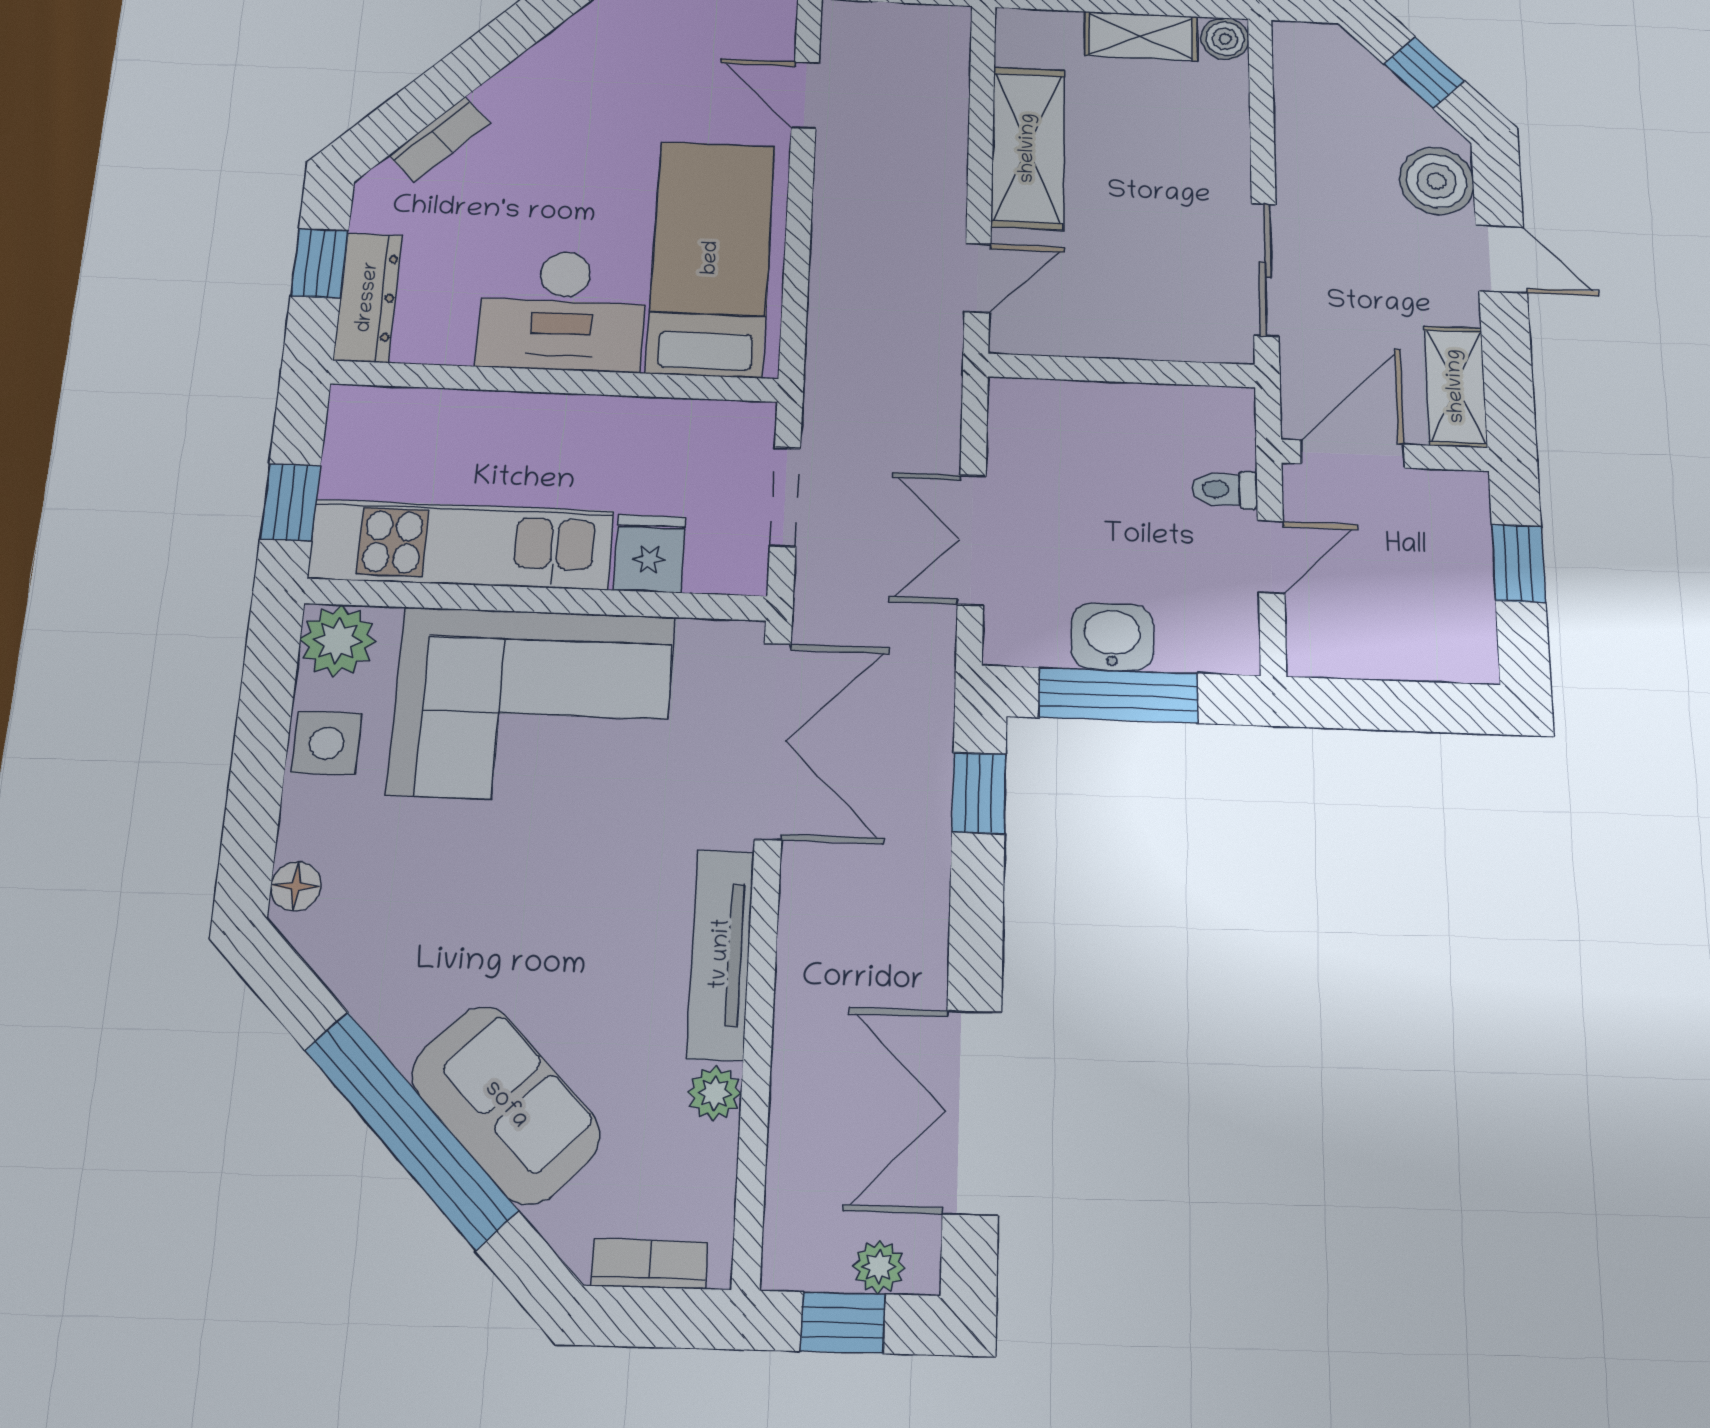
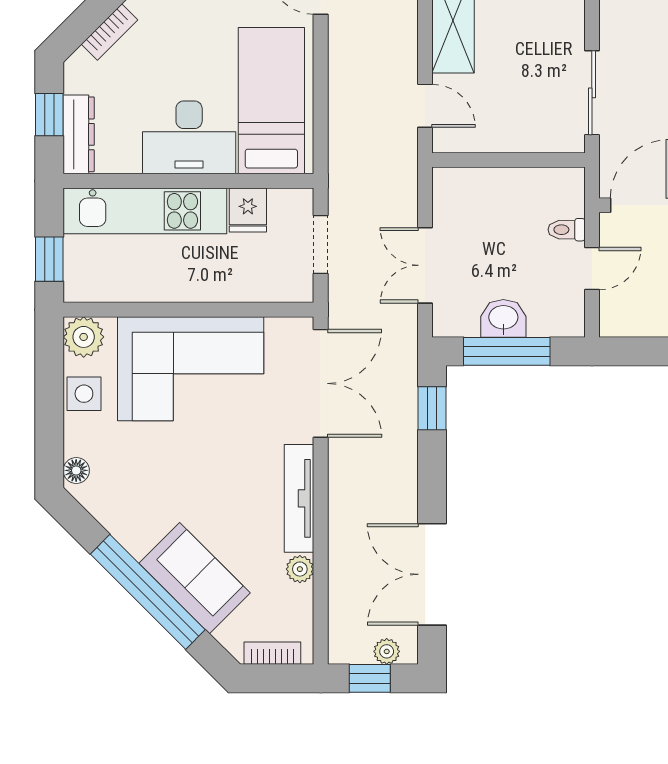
door: (978, 278) -> (425, 106), hinge flipped
kitchen unit: (462, 544) -> (145, 211), moved, turned 180
fridge: (650, 553) -> (248, 210), moved, turned 180

